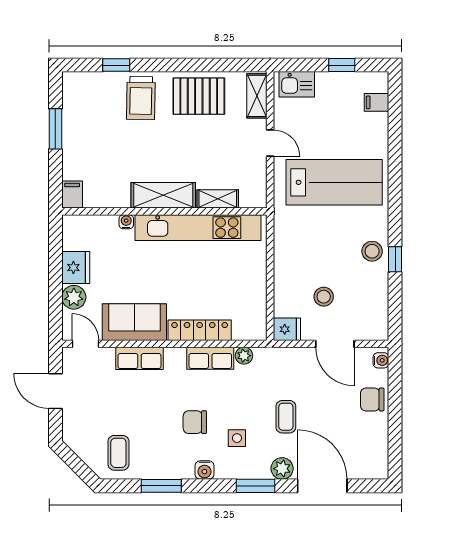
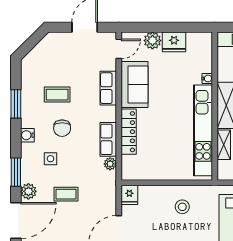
stool: (324, 297) -> (182, 207), moved
chair: (195, 422) -> (62, 128), turned 180
coffee table: (118, 453) -> (57, 95), moved

